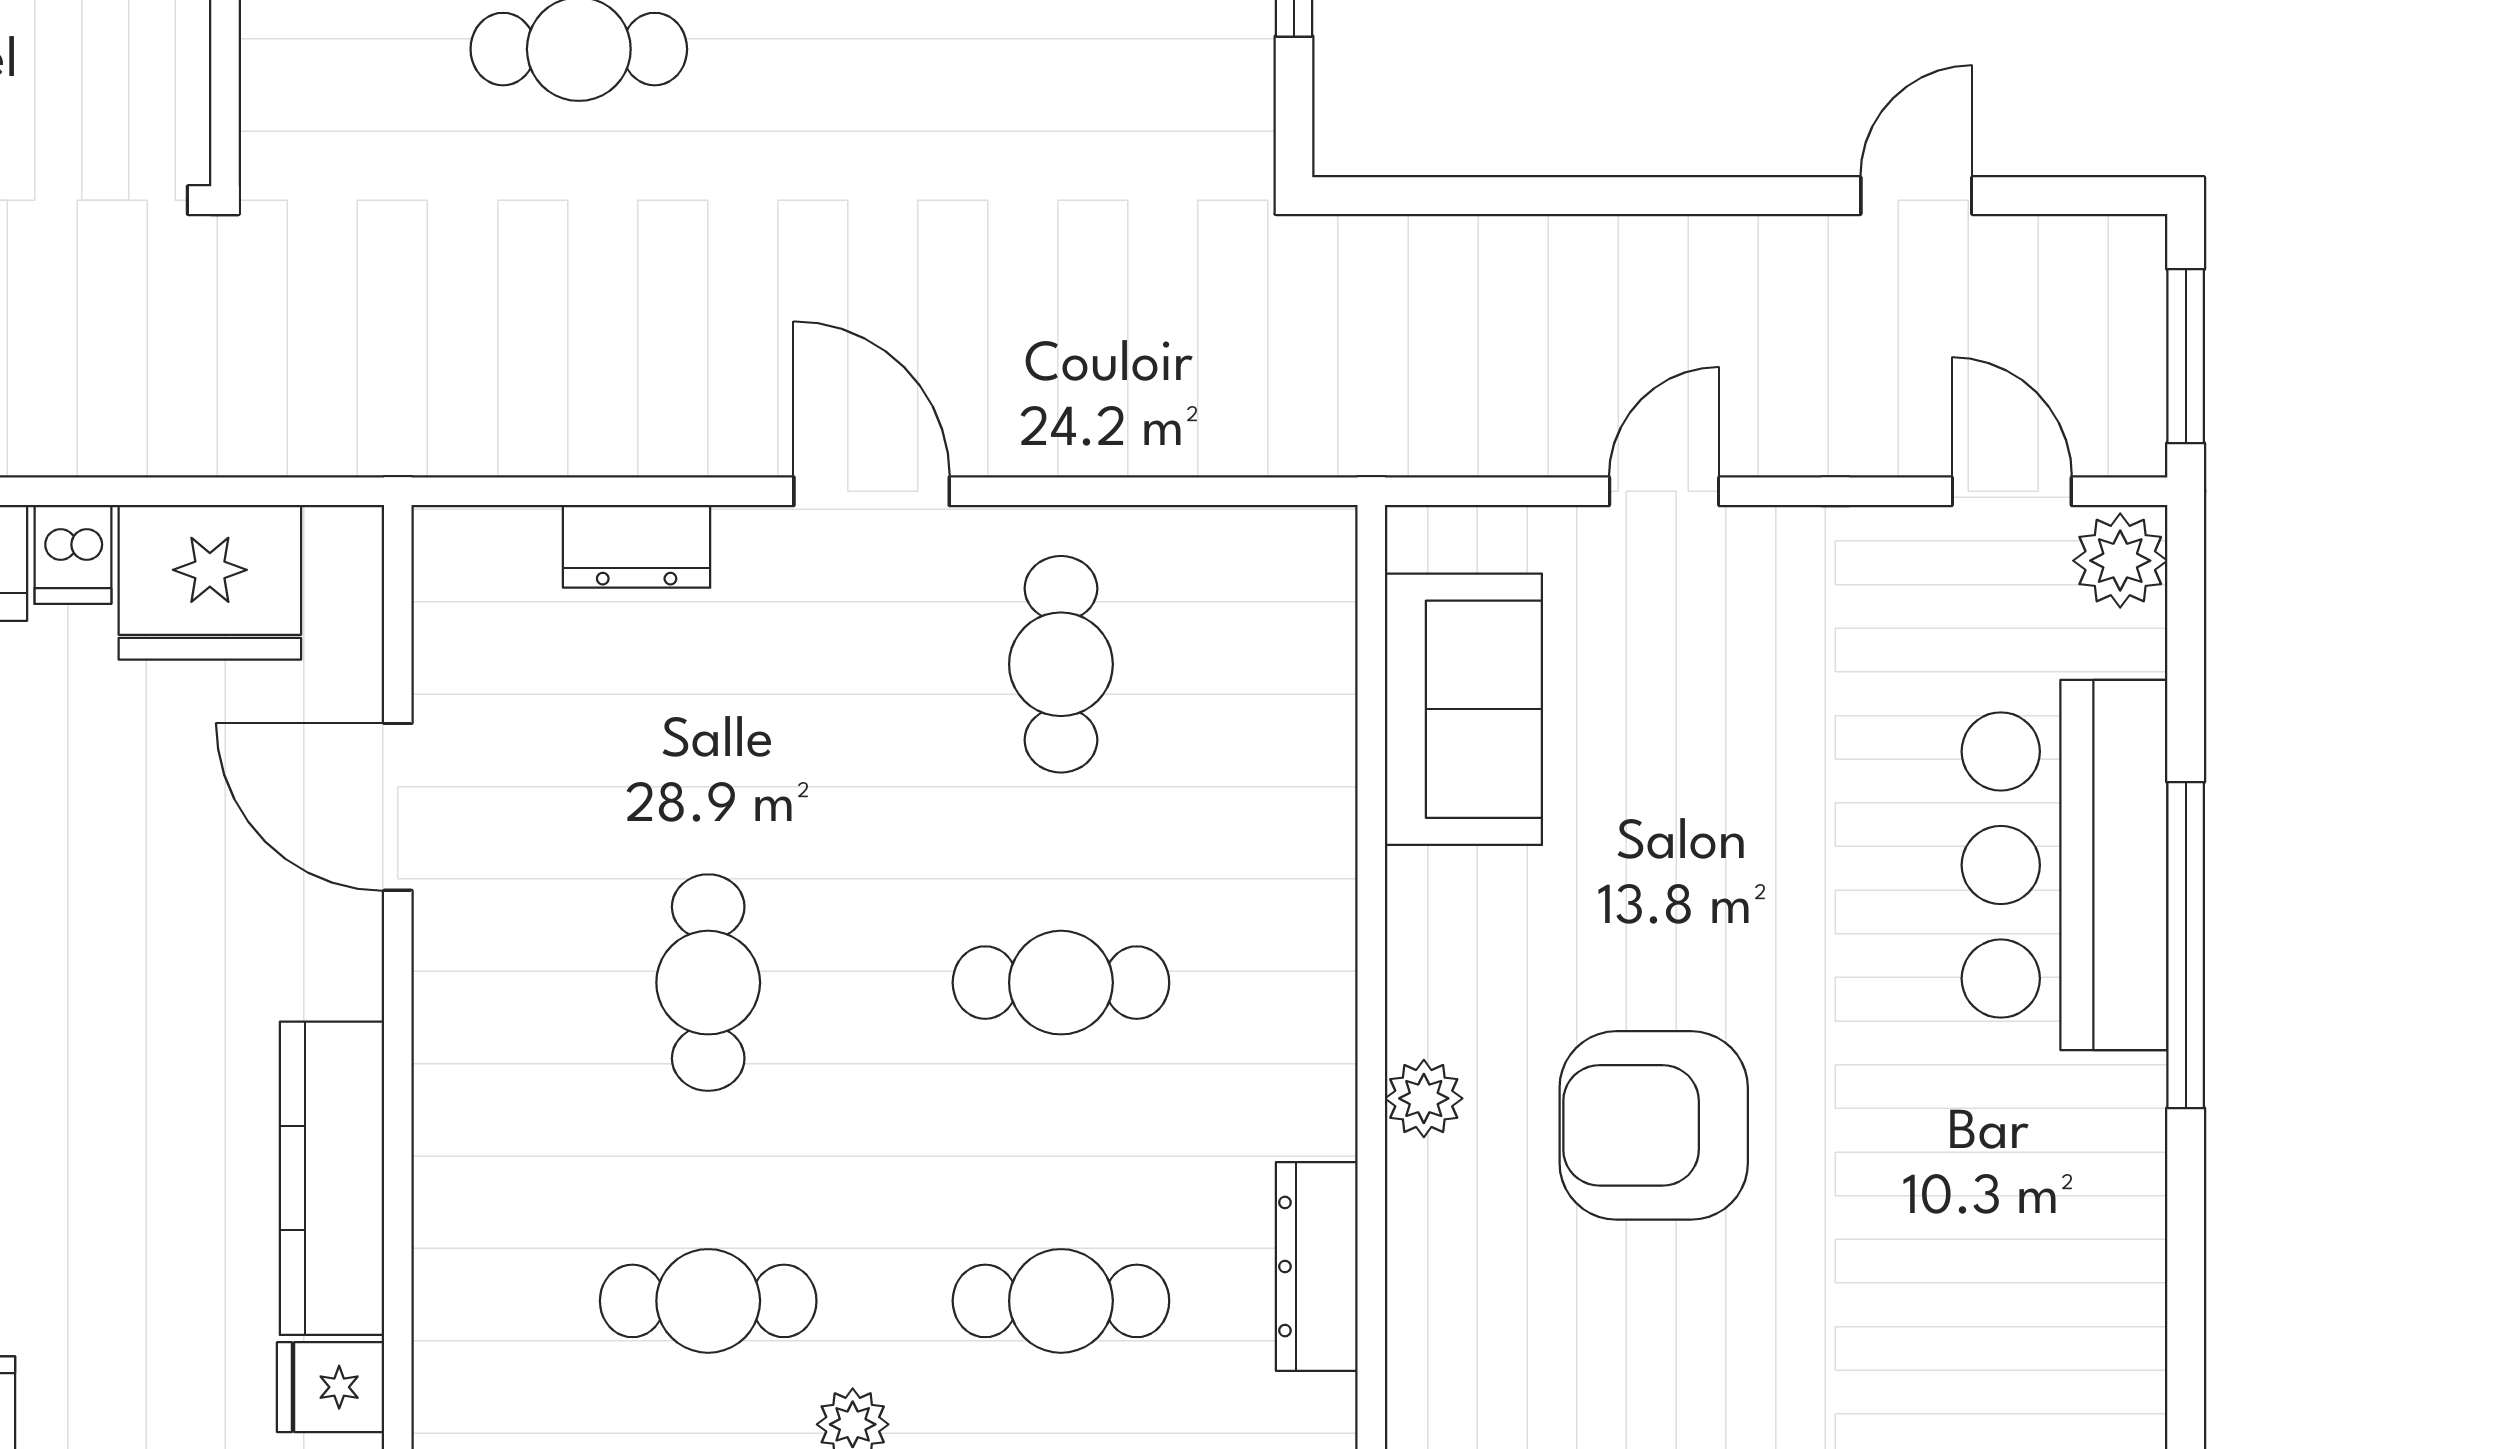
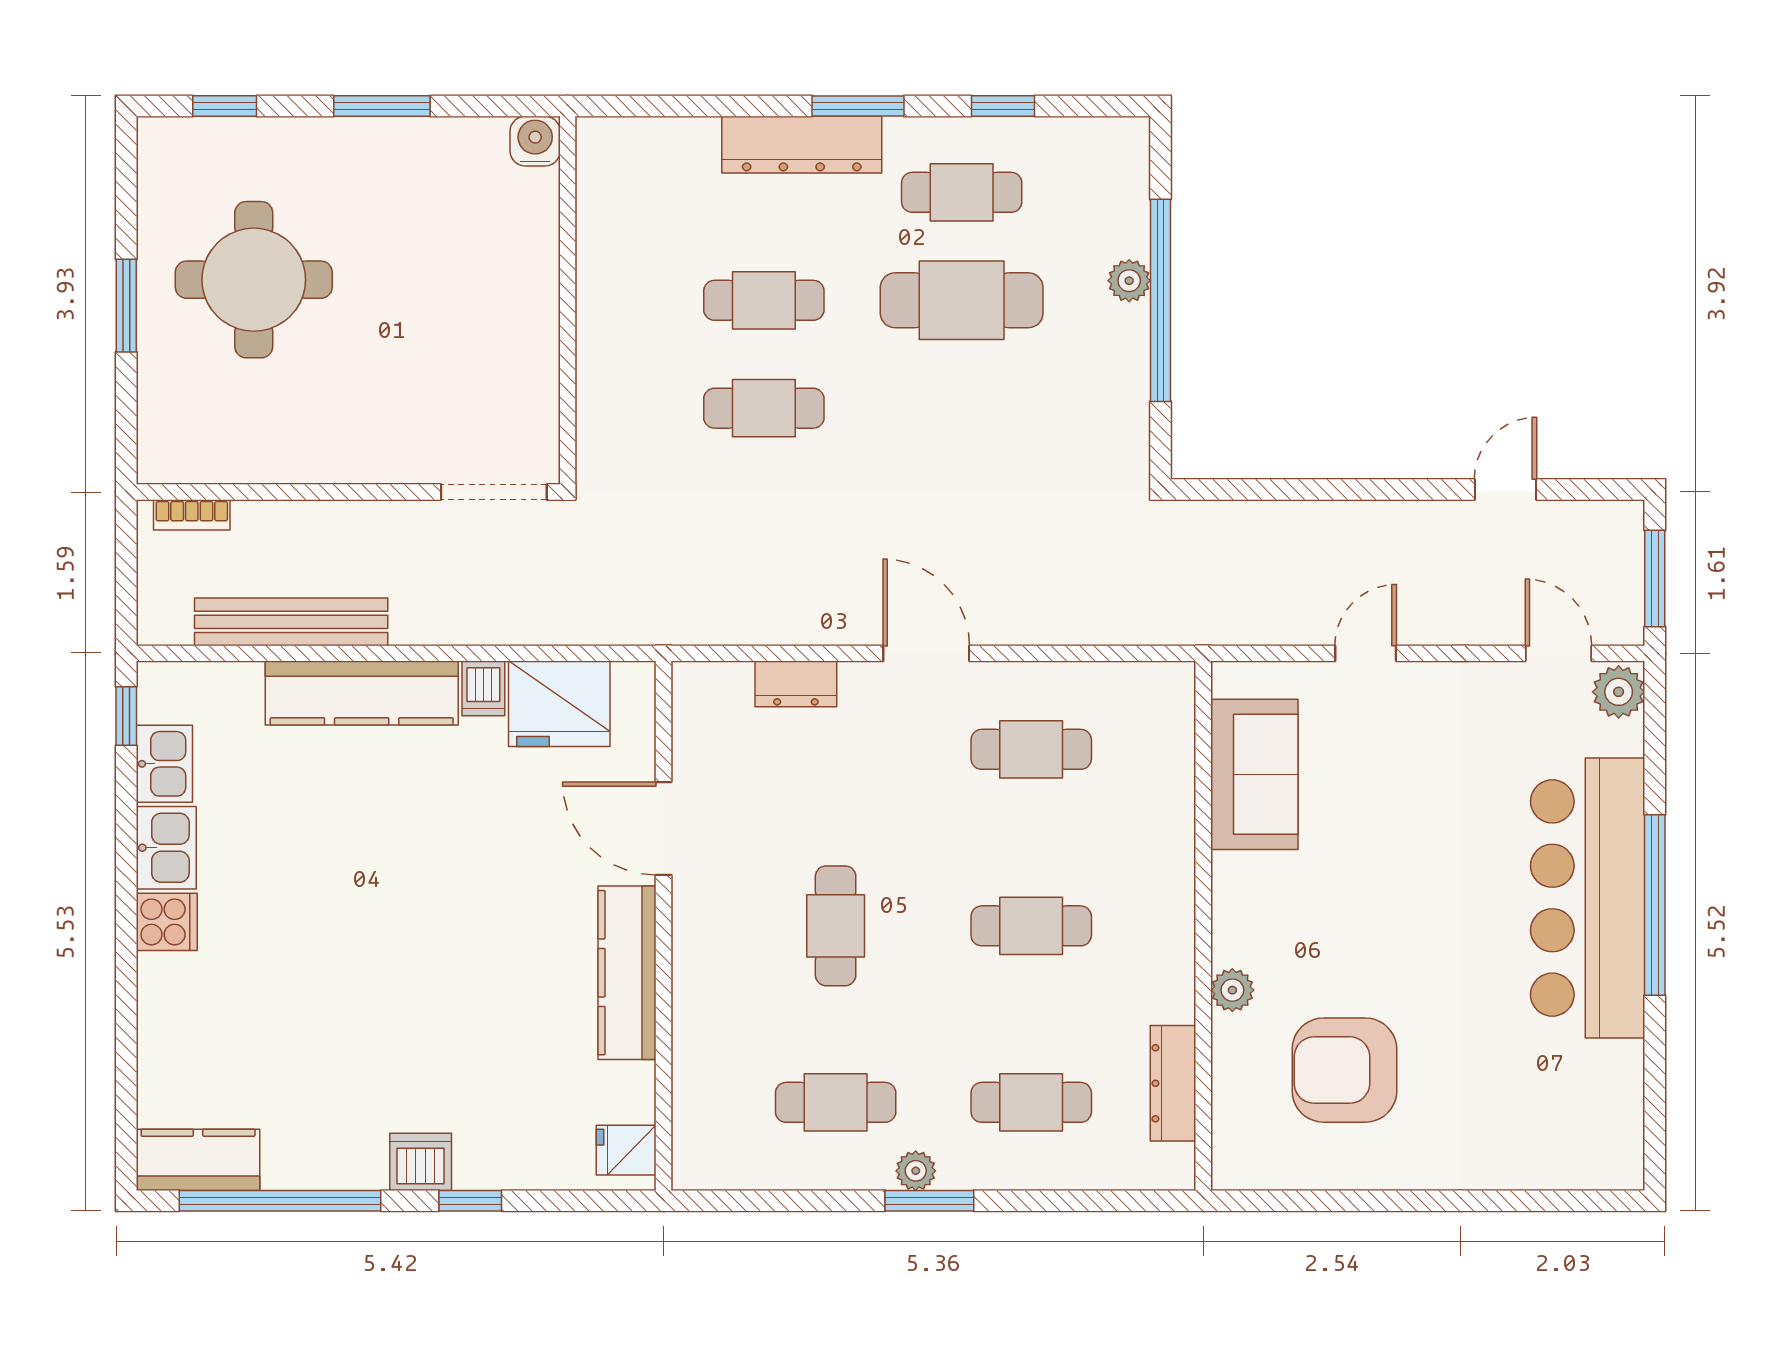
cafe table: (1061, 664) -> (1031, 749), turned 90
bar counter: (2065, 865) -> (1588, 898), width x1.36
armchair: (1654, 1125) -> (1344, 1070), moved
kitchen counter: (332, 1178) -> (627, 973), moved

